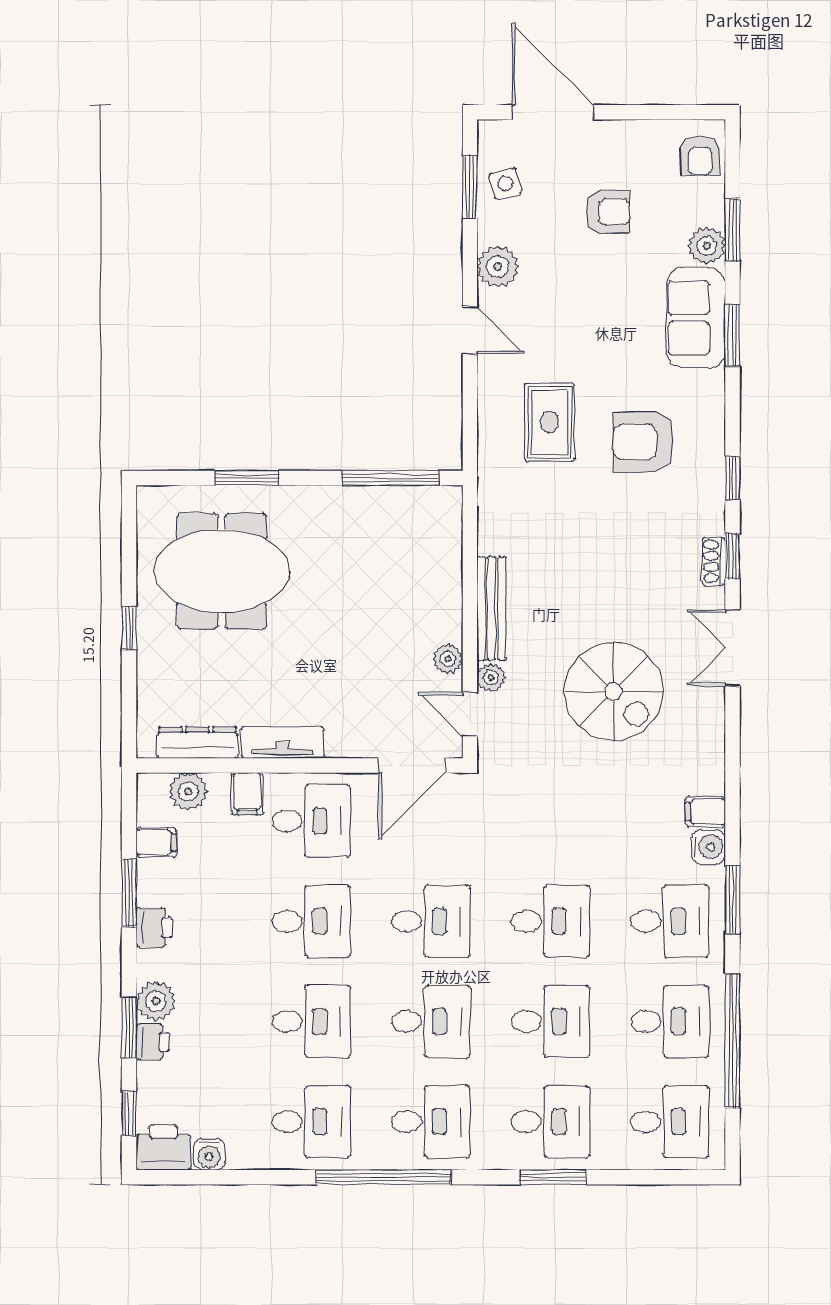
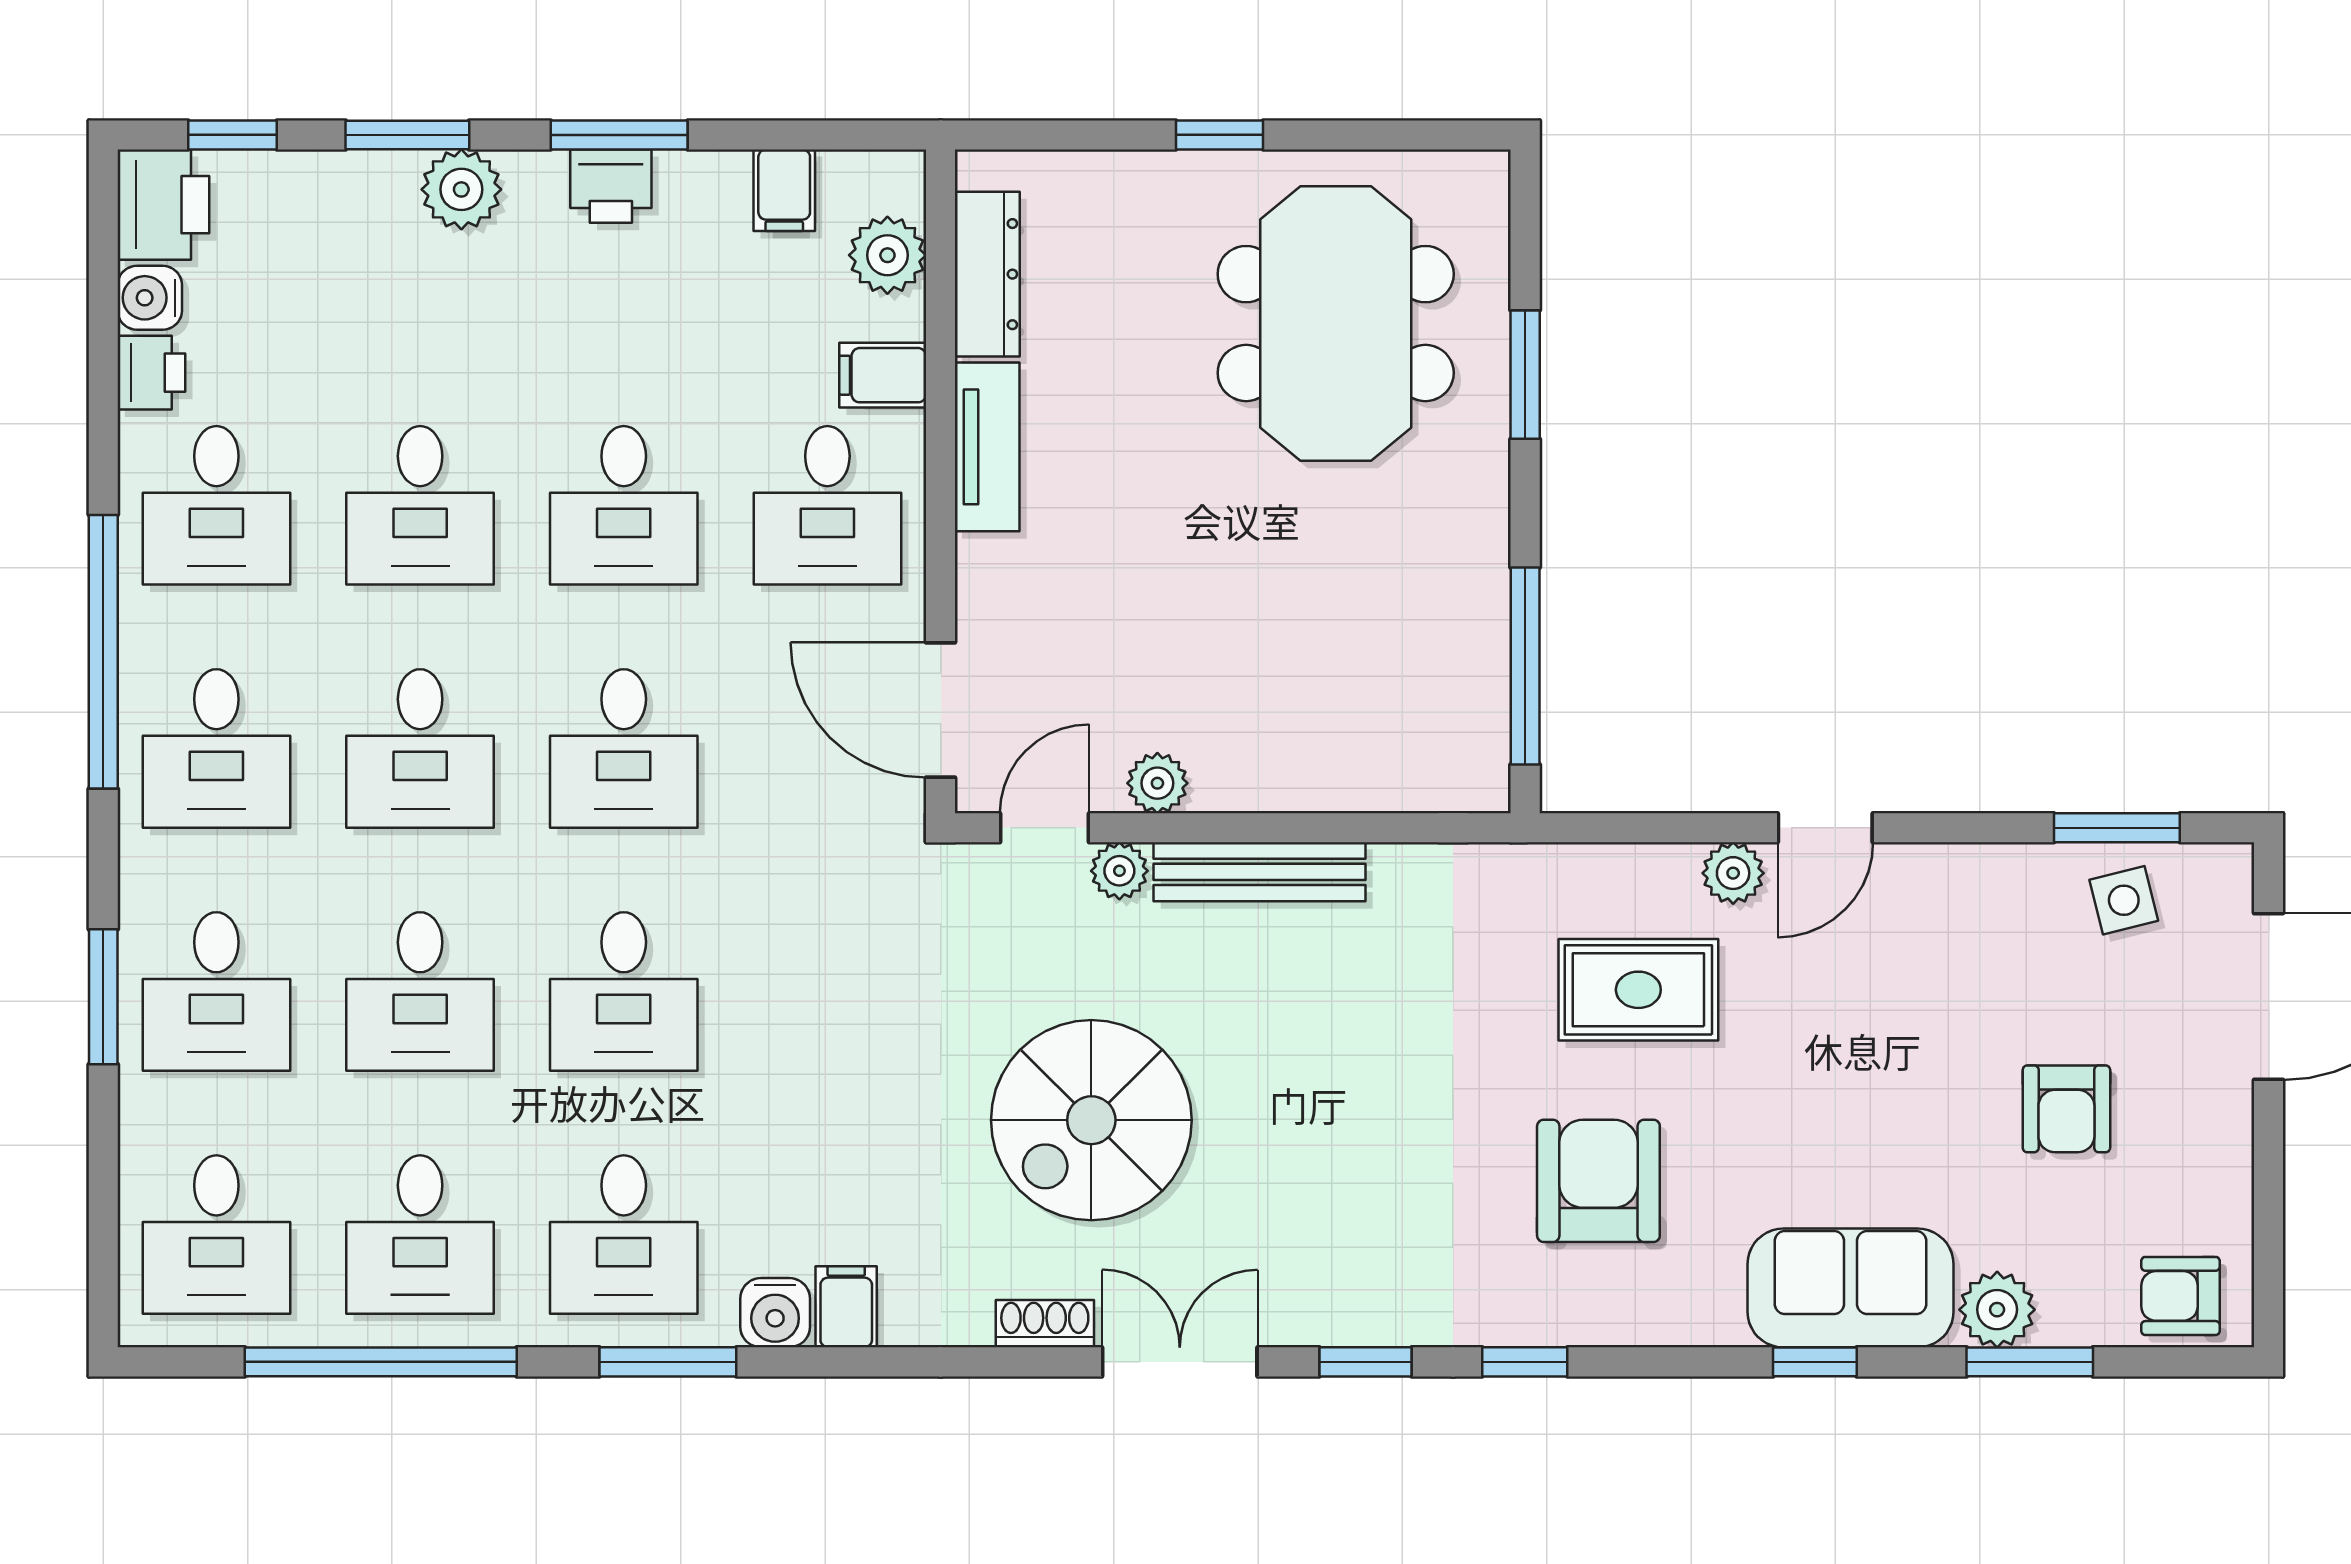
plant: (498, 267) -> (1733, 873), moved, width x0.73, depth x0.73
window: (733, 335) -> (1815, 1362), width x0.67
shoe rack: (714, 561) -> (1045, 1324), moved
window: (129, 893) -> (619, 135), moved
printer: (153, 1042) -> (151, 373), moved, turned -90

